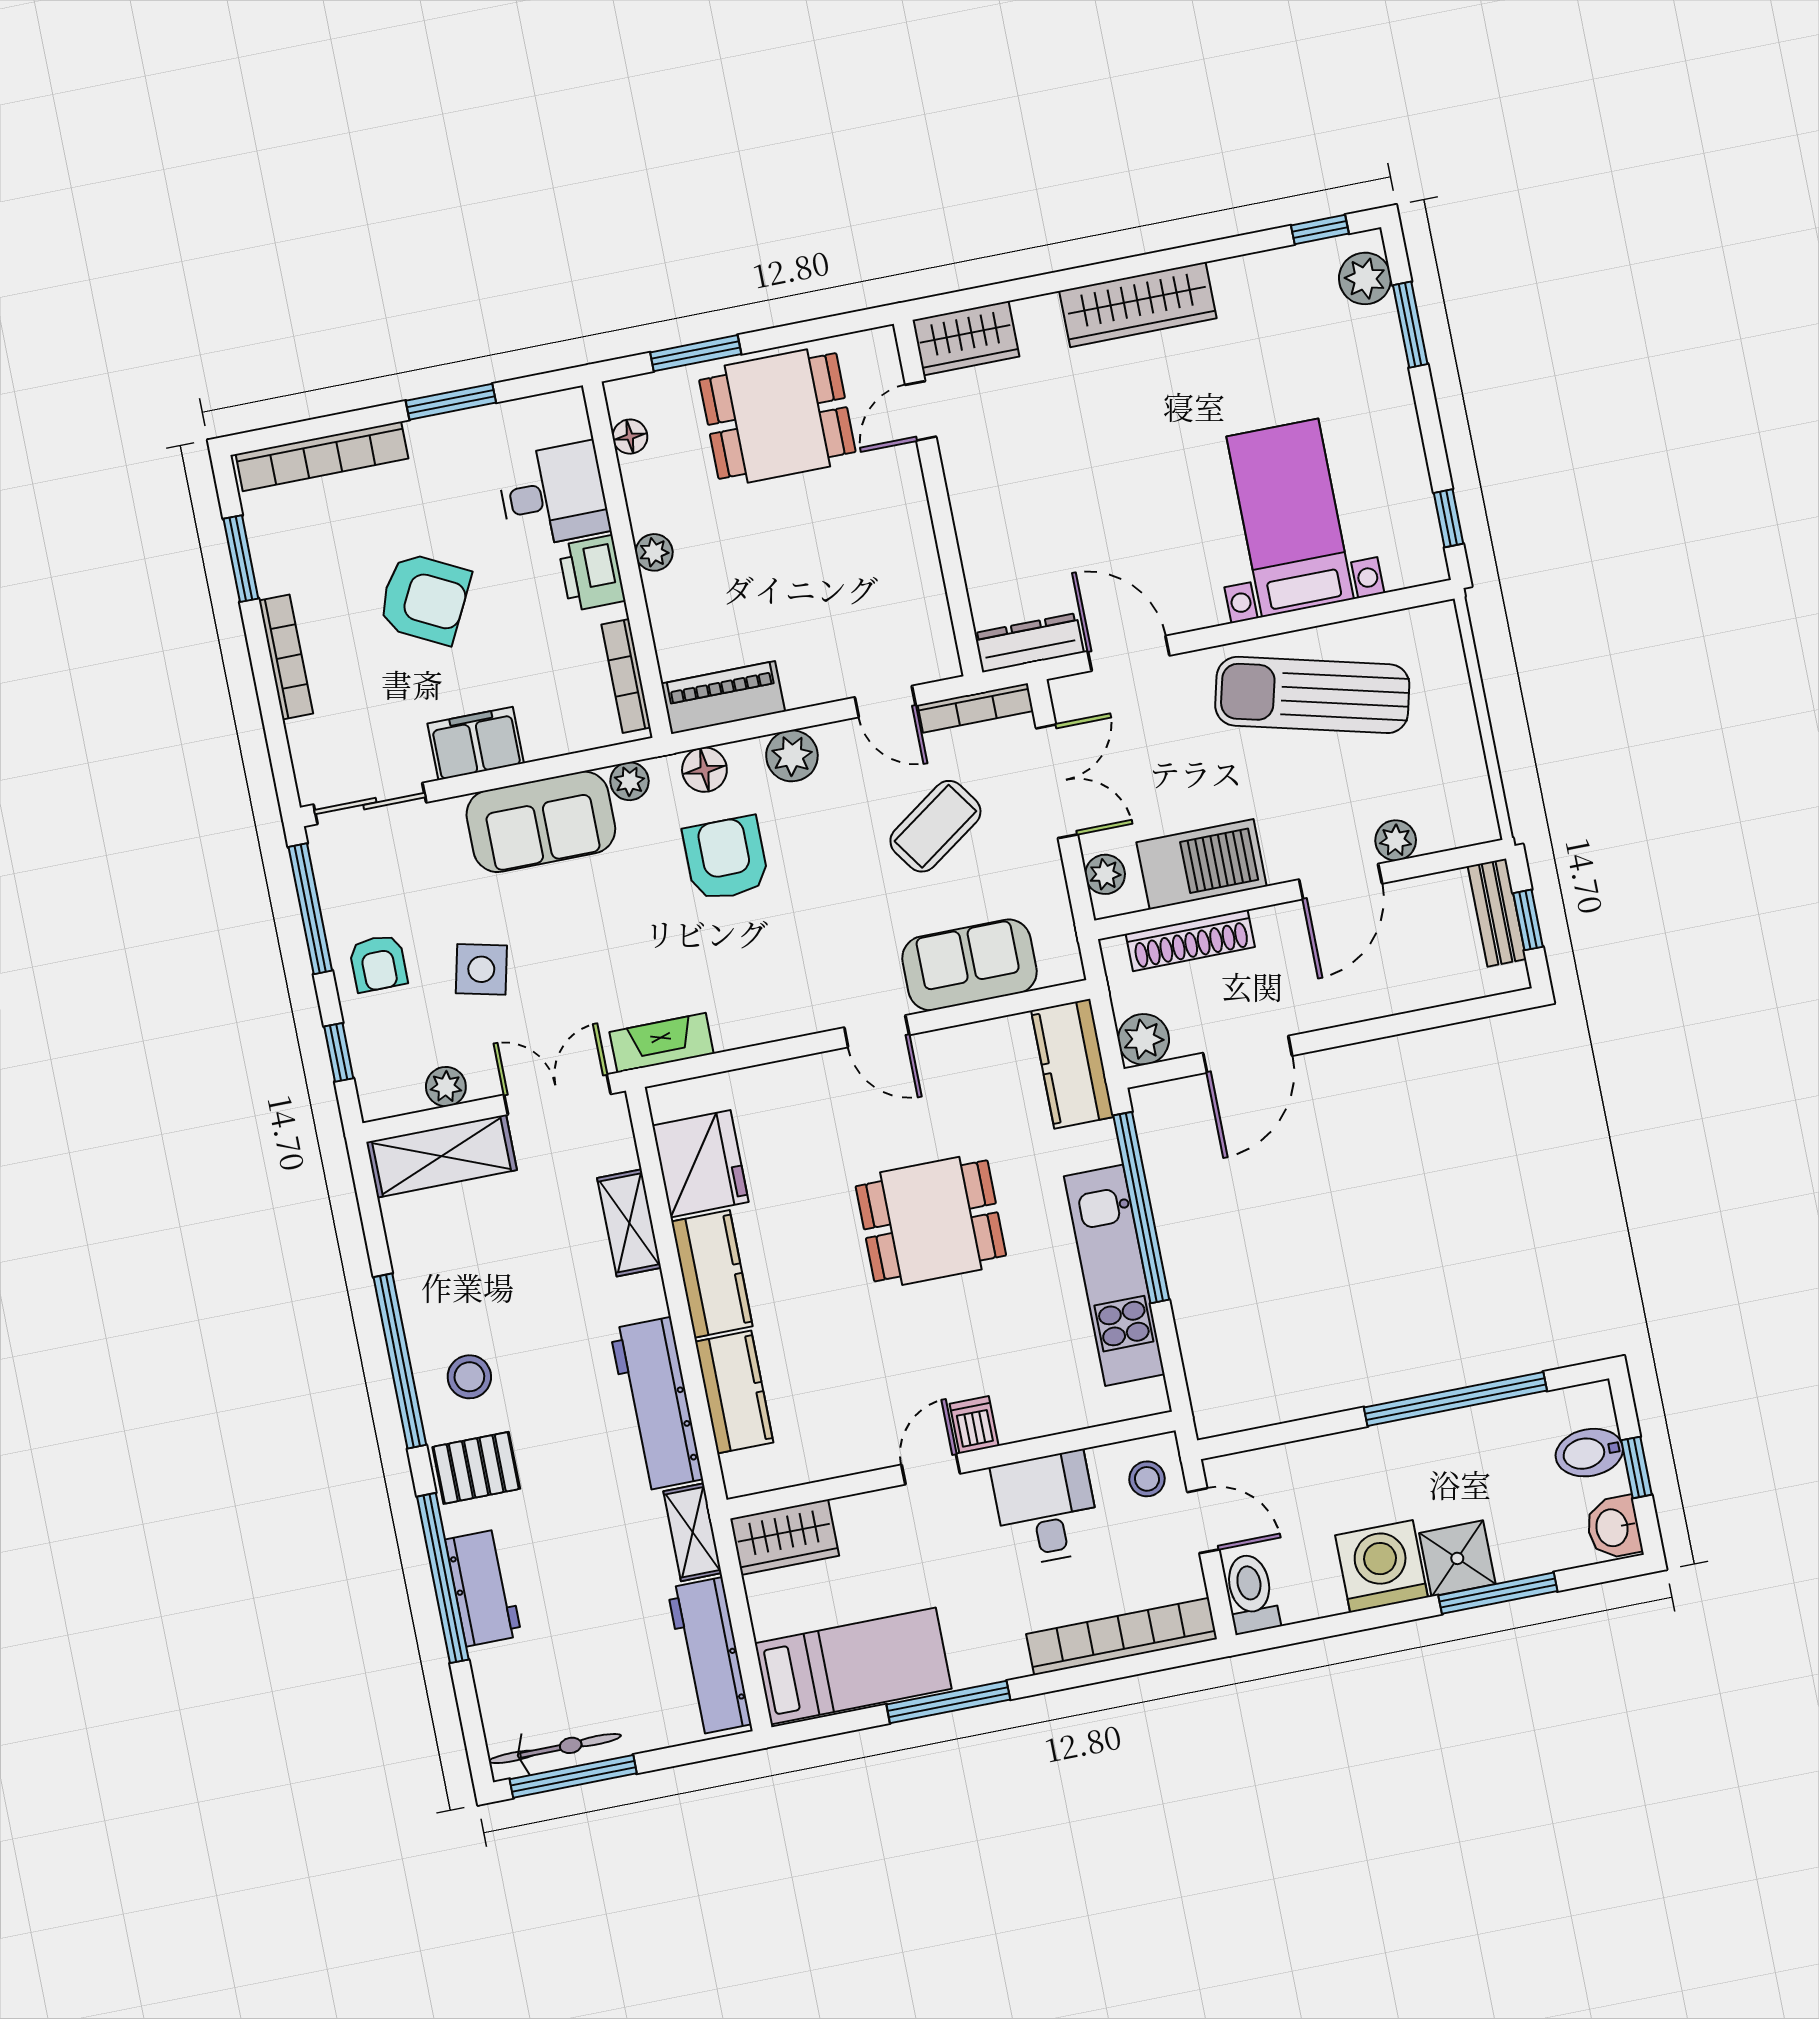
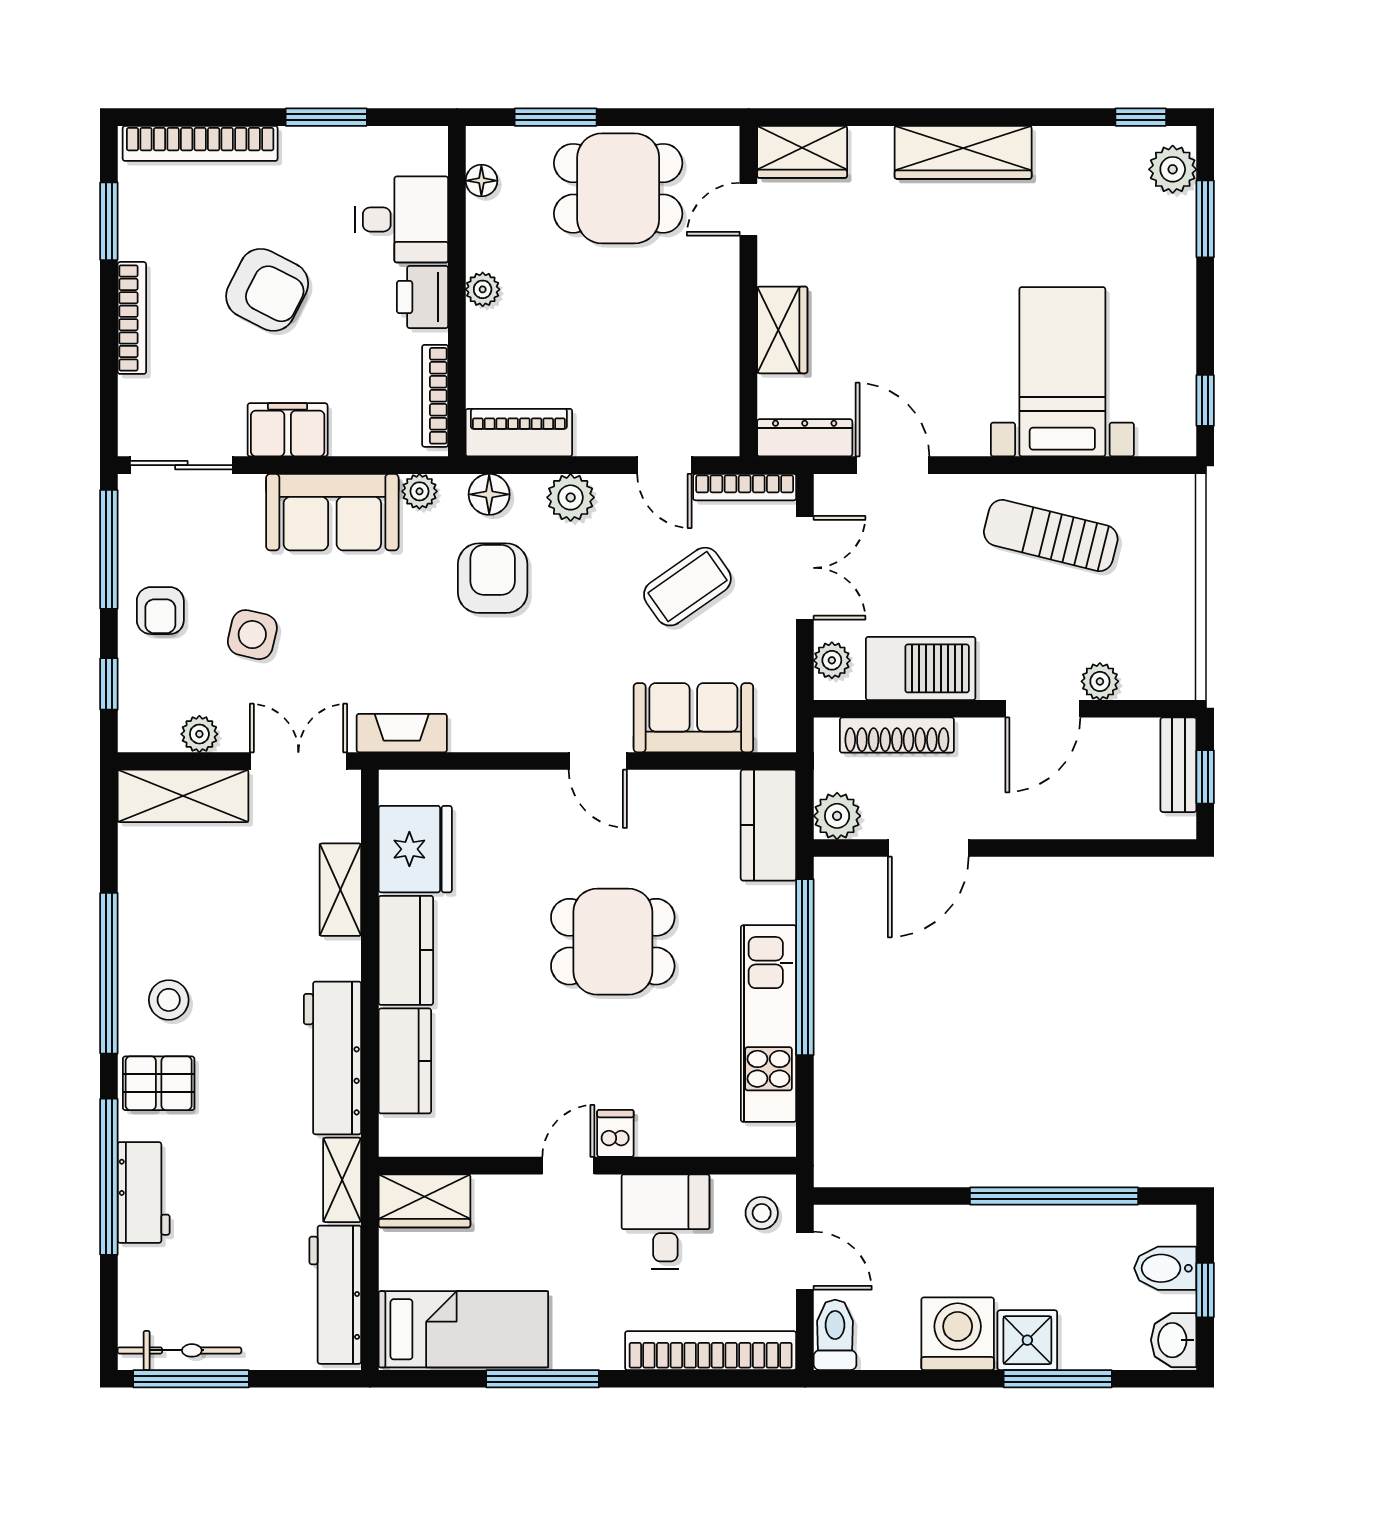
wardrobe: (982, 532) -> (782, 330), added
sun lounger: (1312, 695) -> (1051, 536), width x0.73, depth x0.75

